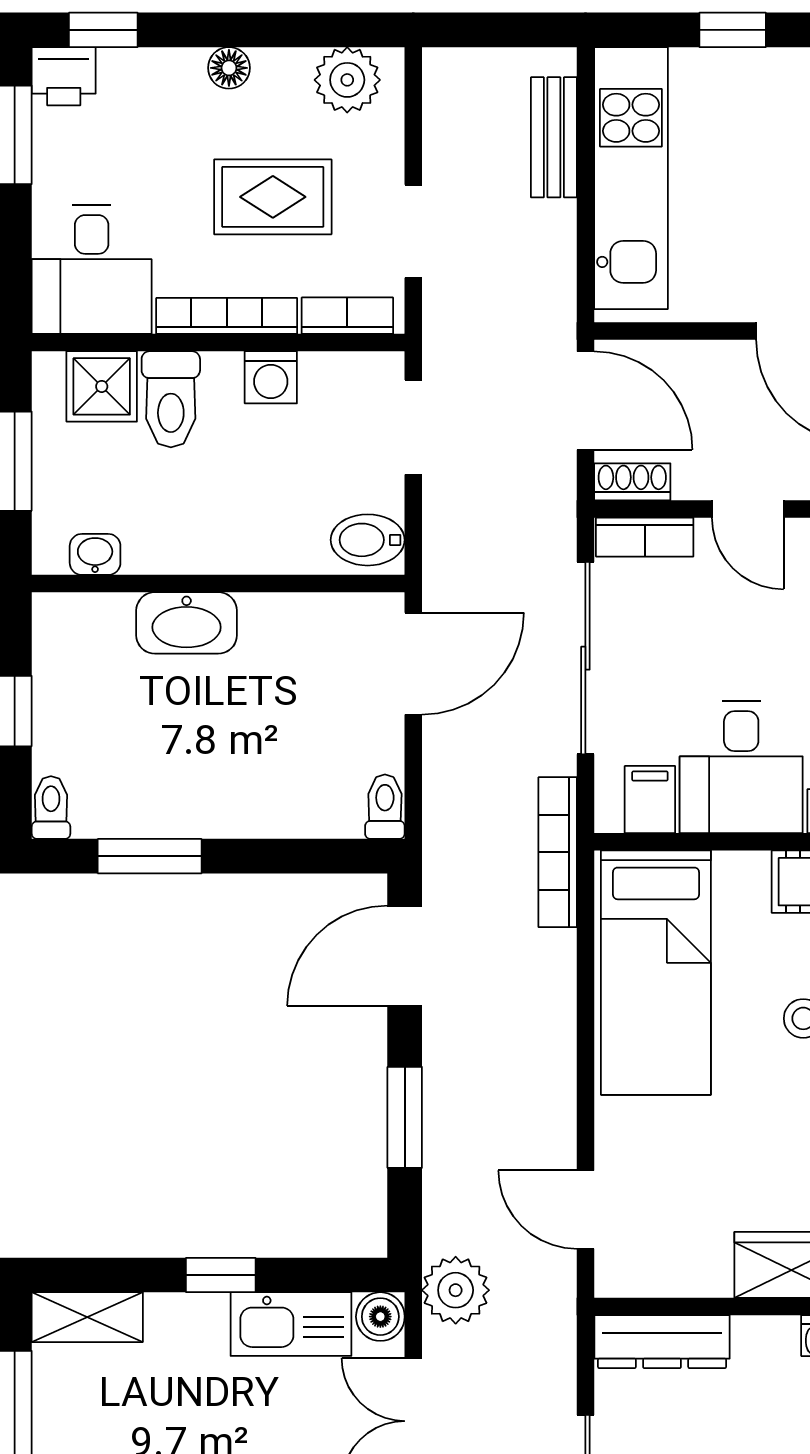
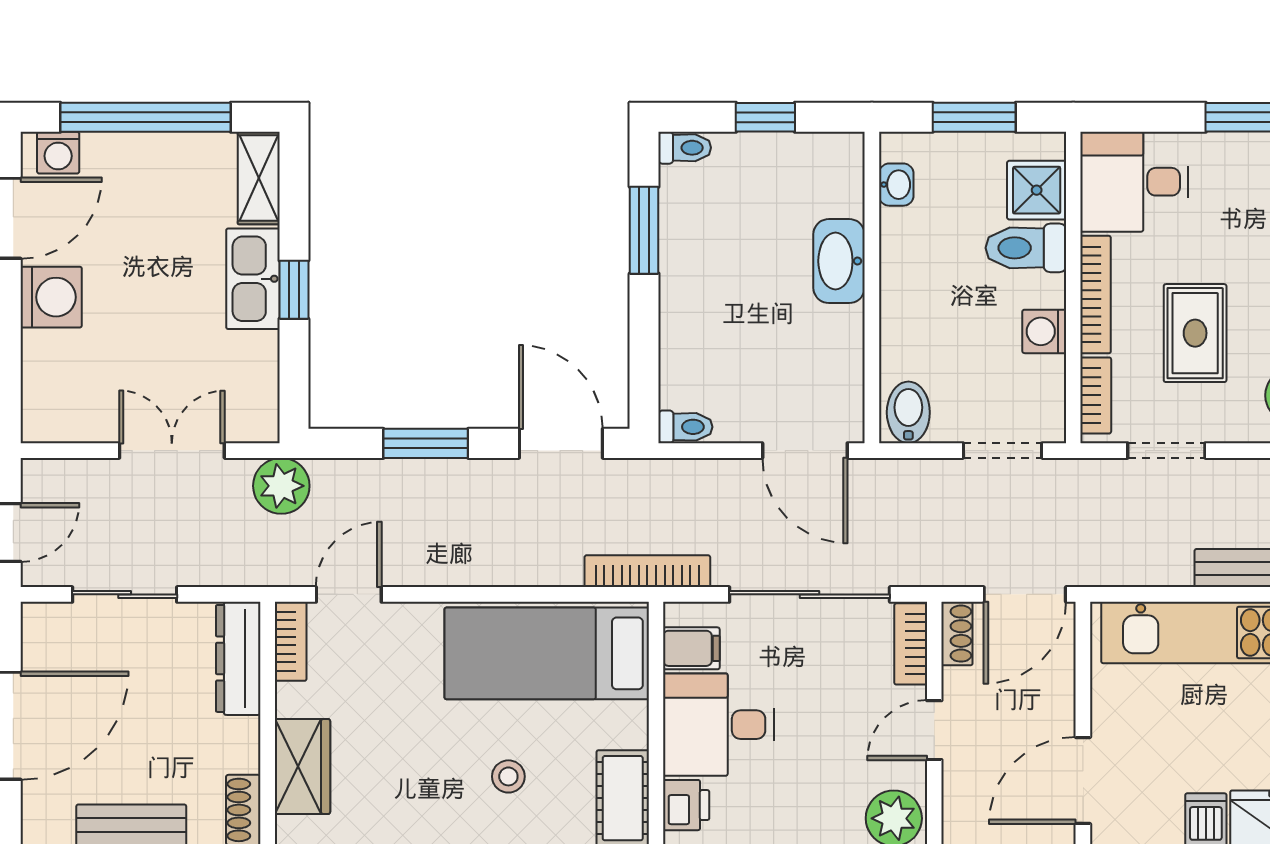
bookcase: (641, 1279) -> (291, 641), added
boiler: (380, 1317) -> (259, 423), removed
kitchen sink: (291, 1324) -> (253, 279), moved

